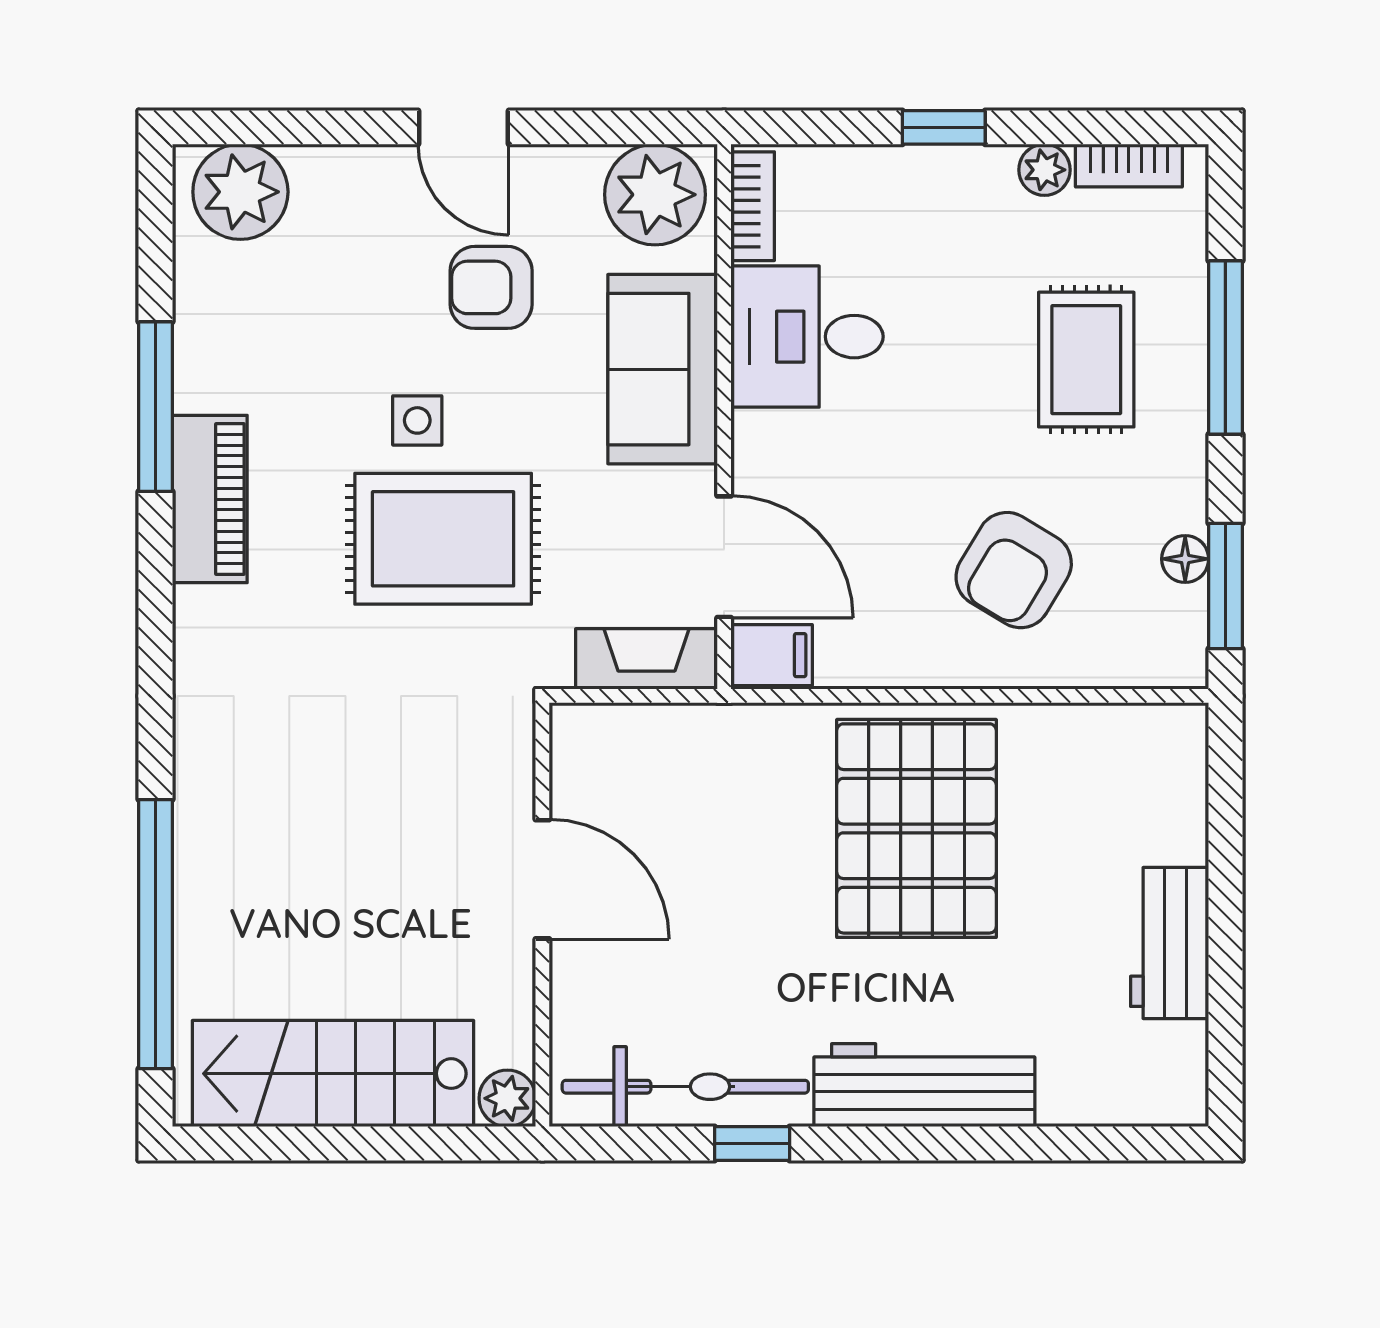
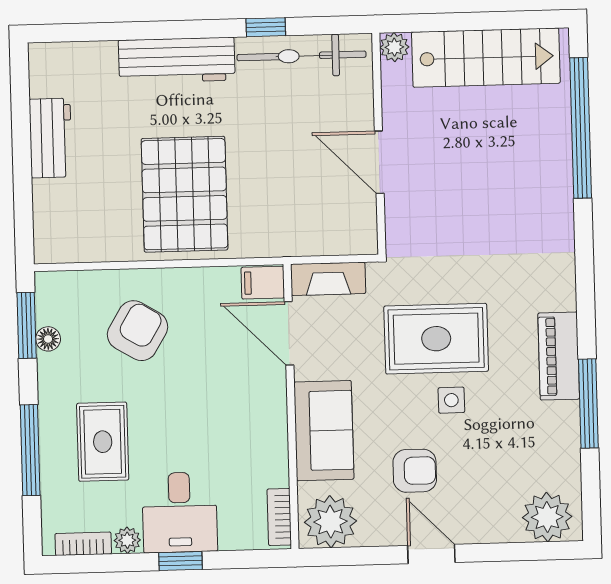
desk: (807, 337) -> (180, 512), moved, turned 90

